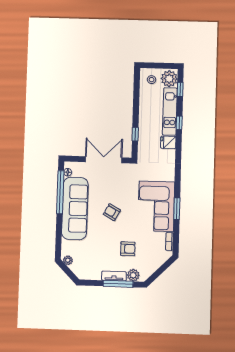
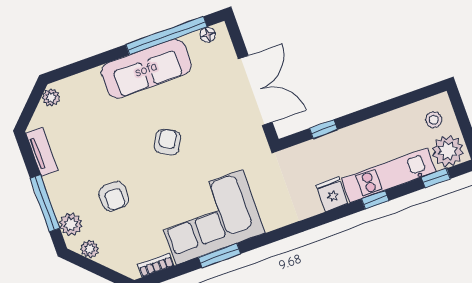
sofa: (75, 208) -> (146, 69), width x0.74, depth x0.79
plant: (149, 271) -> (90, 249), added
tv unit: (114, 276) -> (42, 152), moved

